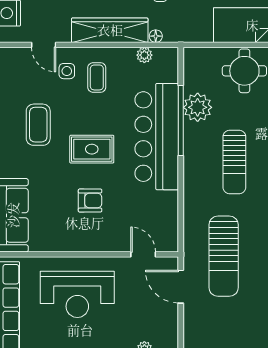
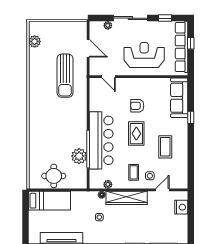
door: (44, 45) -> (162, 190), hinge flipped
rug: (92, 149) -> (136, 134), turned 90
sun lounger: (234, 162) -> (59, 127), removed
sun lounger: (224, 256) -> (65, 76), turned 180
door: (181, 287) -> (88, 48), moved

